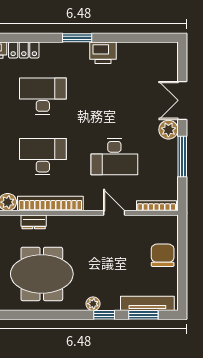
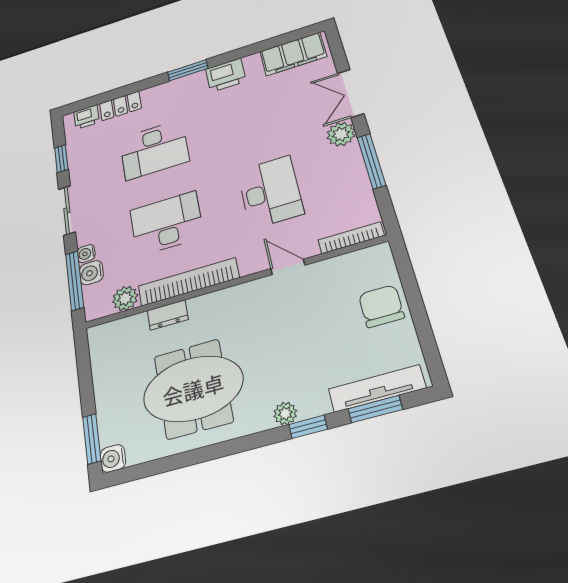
filing cabinet: (153, 53) -> (293, 54), added
desk: (43, 96) -> (154, 150), turned 180
desk: (114, 157) -> (270, 192), turned -90

